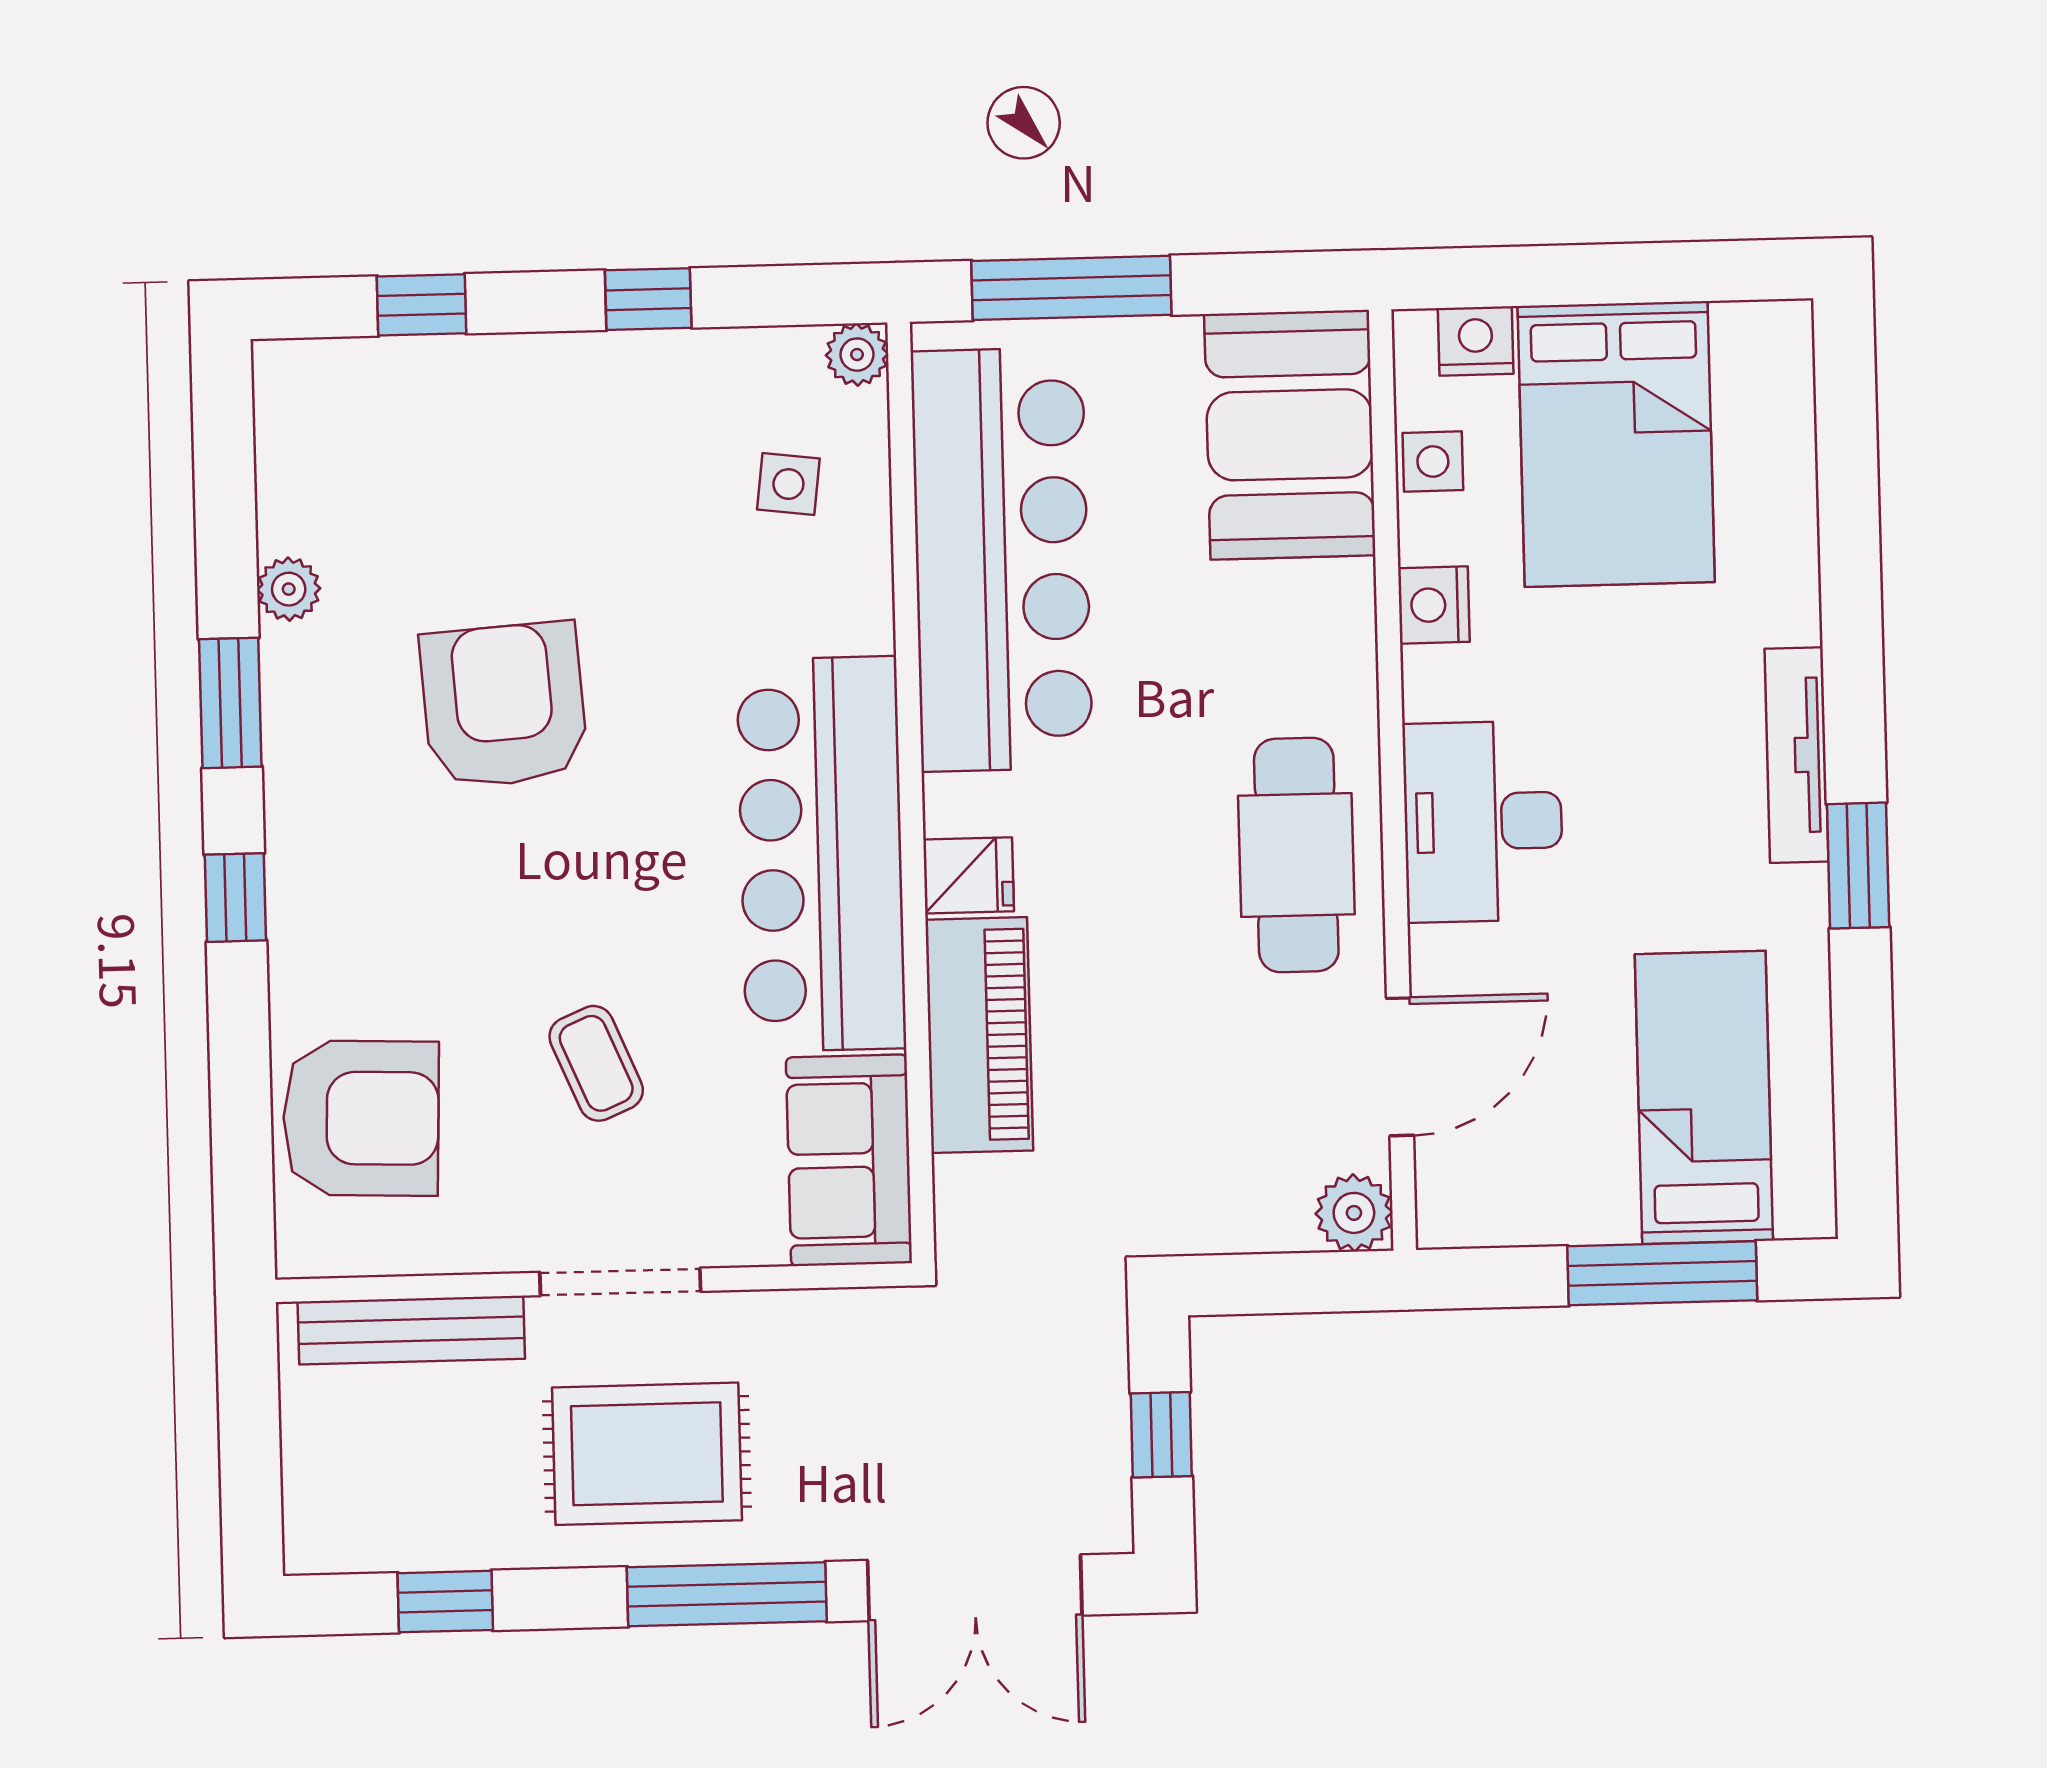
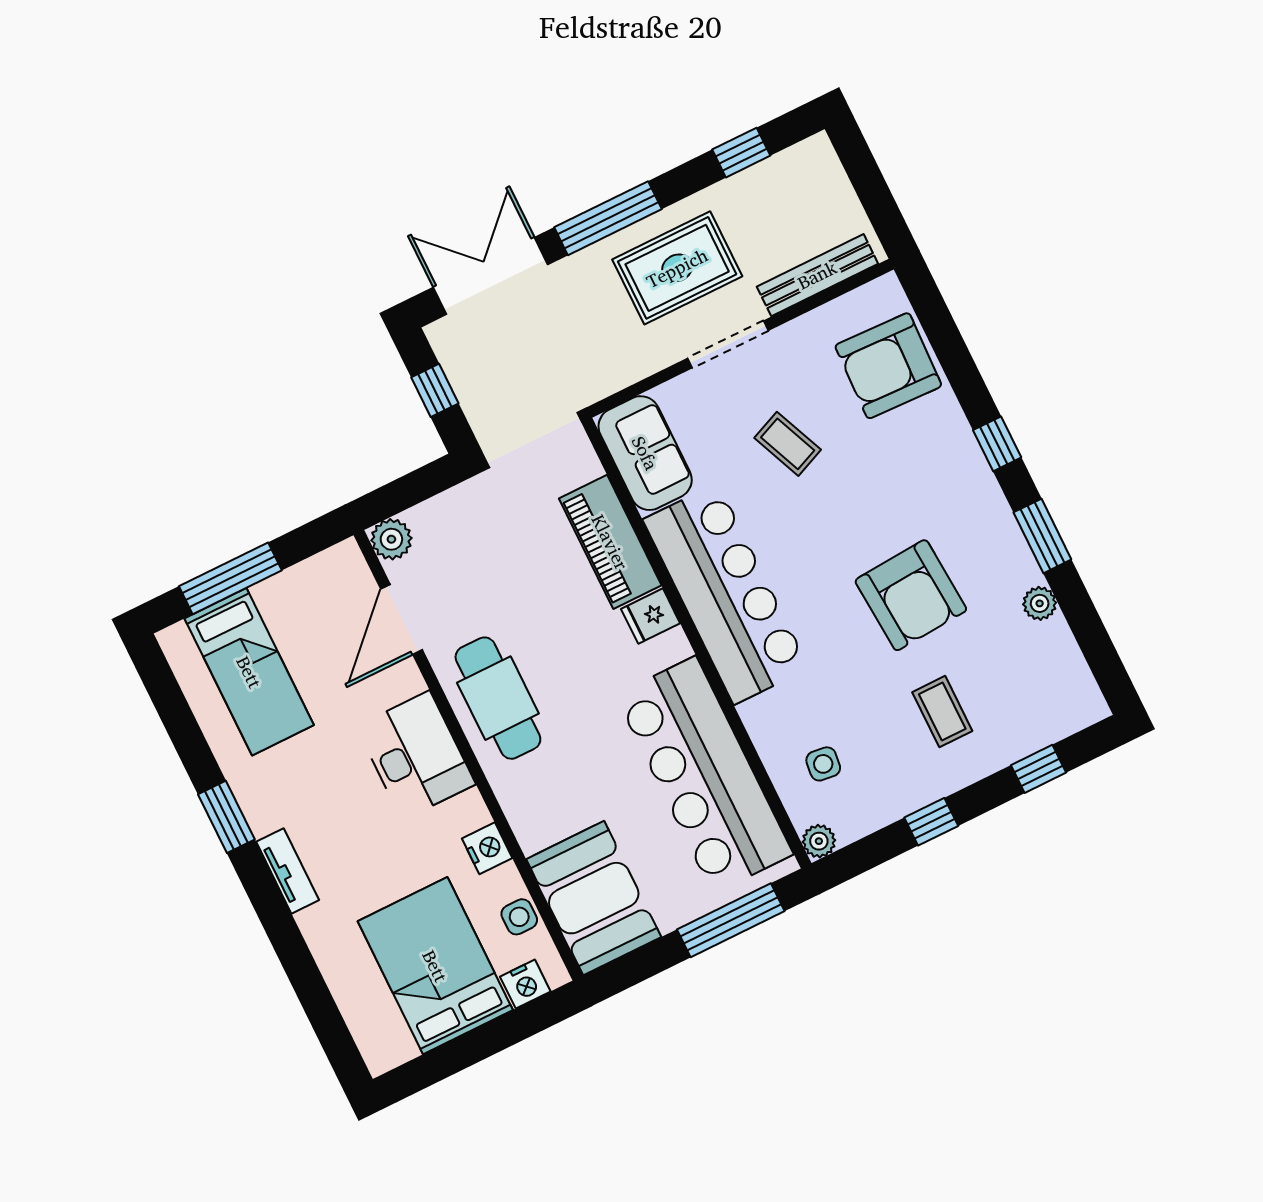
coffee table: (542, 480) -> (942, 712), added
tv unit: (1796, 755) -> (288, 871), width x0.71

